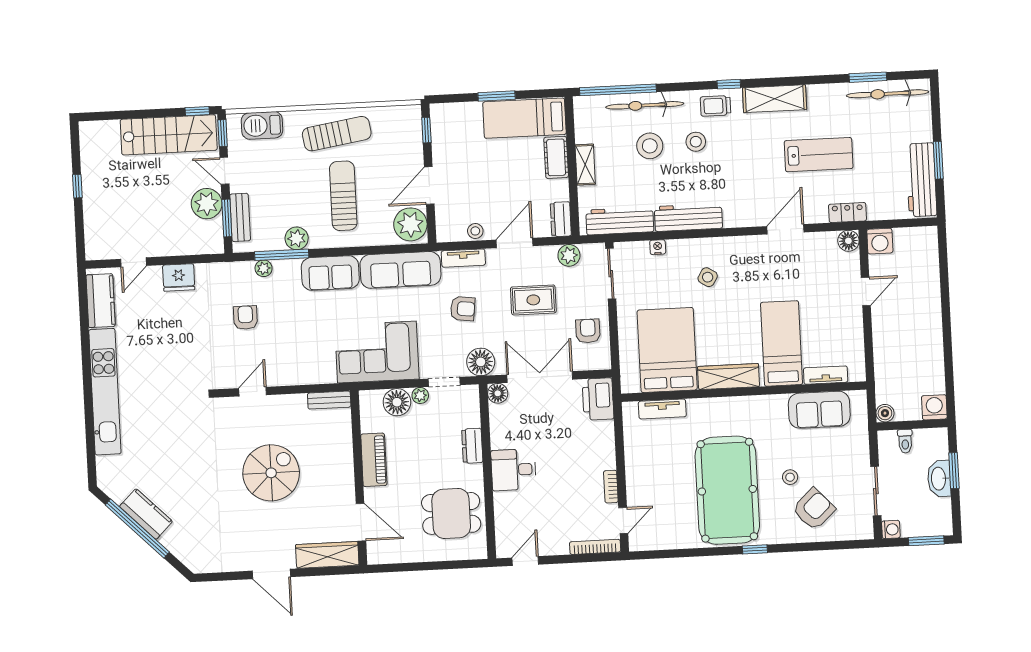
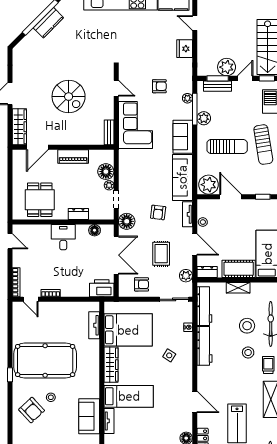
cot: (556, 157) -> (239, 269), width x1.37, depth x1.34
corner sofa: (377, 352) -> (136, 125), moved
floor lamp: (498, 393) -> (95, 230), moved

